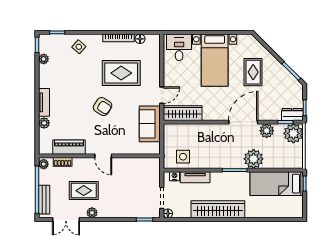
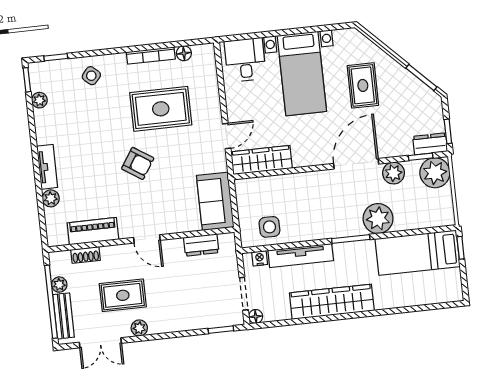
sofa: (150, 124) -> (215, 201), moved
plant: (44, 164) -> (59, 285), moved
dresser: (138, 164) -> (201, 245), added
tv unit: (195, 177) -> (301, 256), width x1.41

